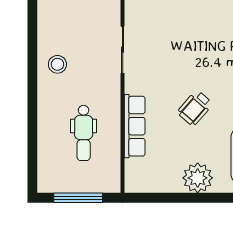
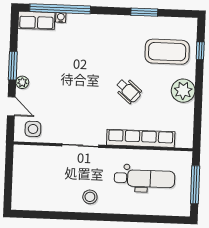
row of seats: (135, 126) -> (141, 138), width x1.36
dental chair: (84, 133) -> (144, 179), width x1.36, depth x1.38

